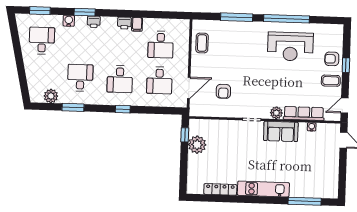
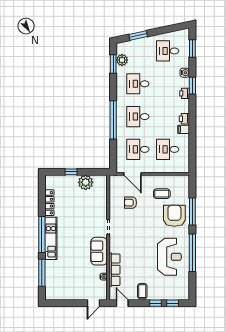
desk: (42, 41) -> (168, 51), turned 180
coffee table: (202, 43) -> (162, 194), moved
window: (347, 45) -> (173, 303), added
reception desk: (290, 47) -> (169, 257), turned 180
armchair: (332, 59) -> (174, 216), moved, width x1.88, depth x1.88
window: (22, 75) -> (138, 35), added
desk: (80, 78) -> (138, 84), turned 180
window: (73, 107) -> (113, 64), moved
window: (123, 109) -> (113, 120), width x3.17
plant: (276, 113) -> (114, 247), removed
window: (185, 135) -> (71, 172), moved
window: (258, 200) -> (42, 234), added

